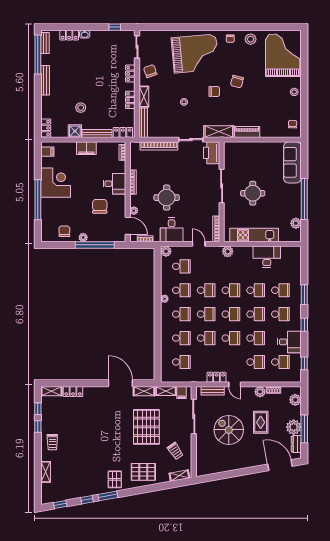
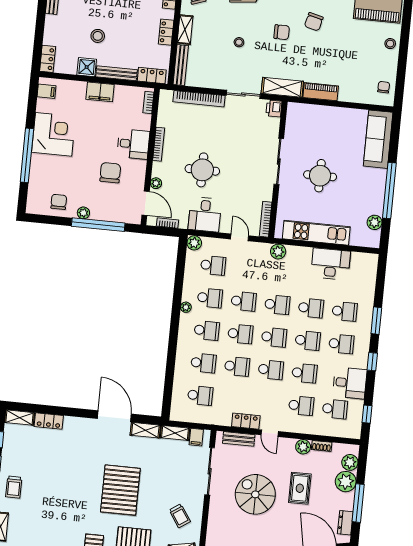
printer: (212, 153) -> (274, 108), width x0.53, depth x0.68
pallet: (146, 427) -> (120, 490), moved
plant: (294, 427) -> (346, 482), moved

